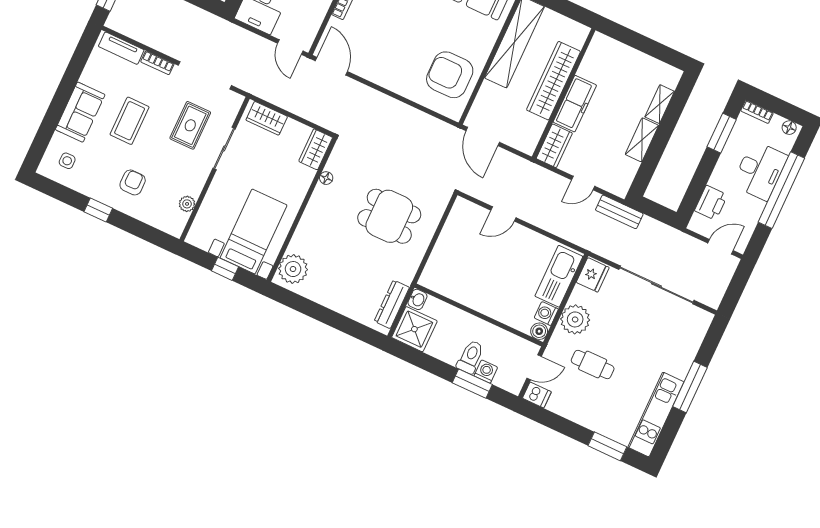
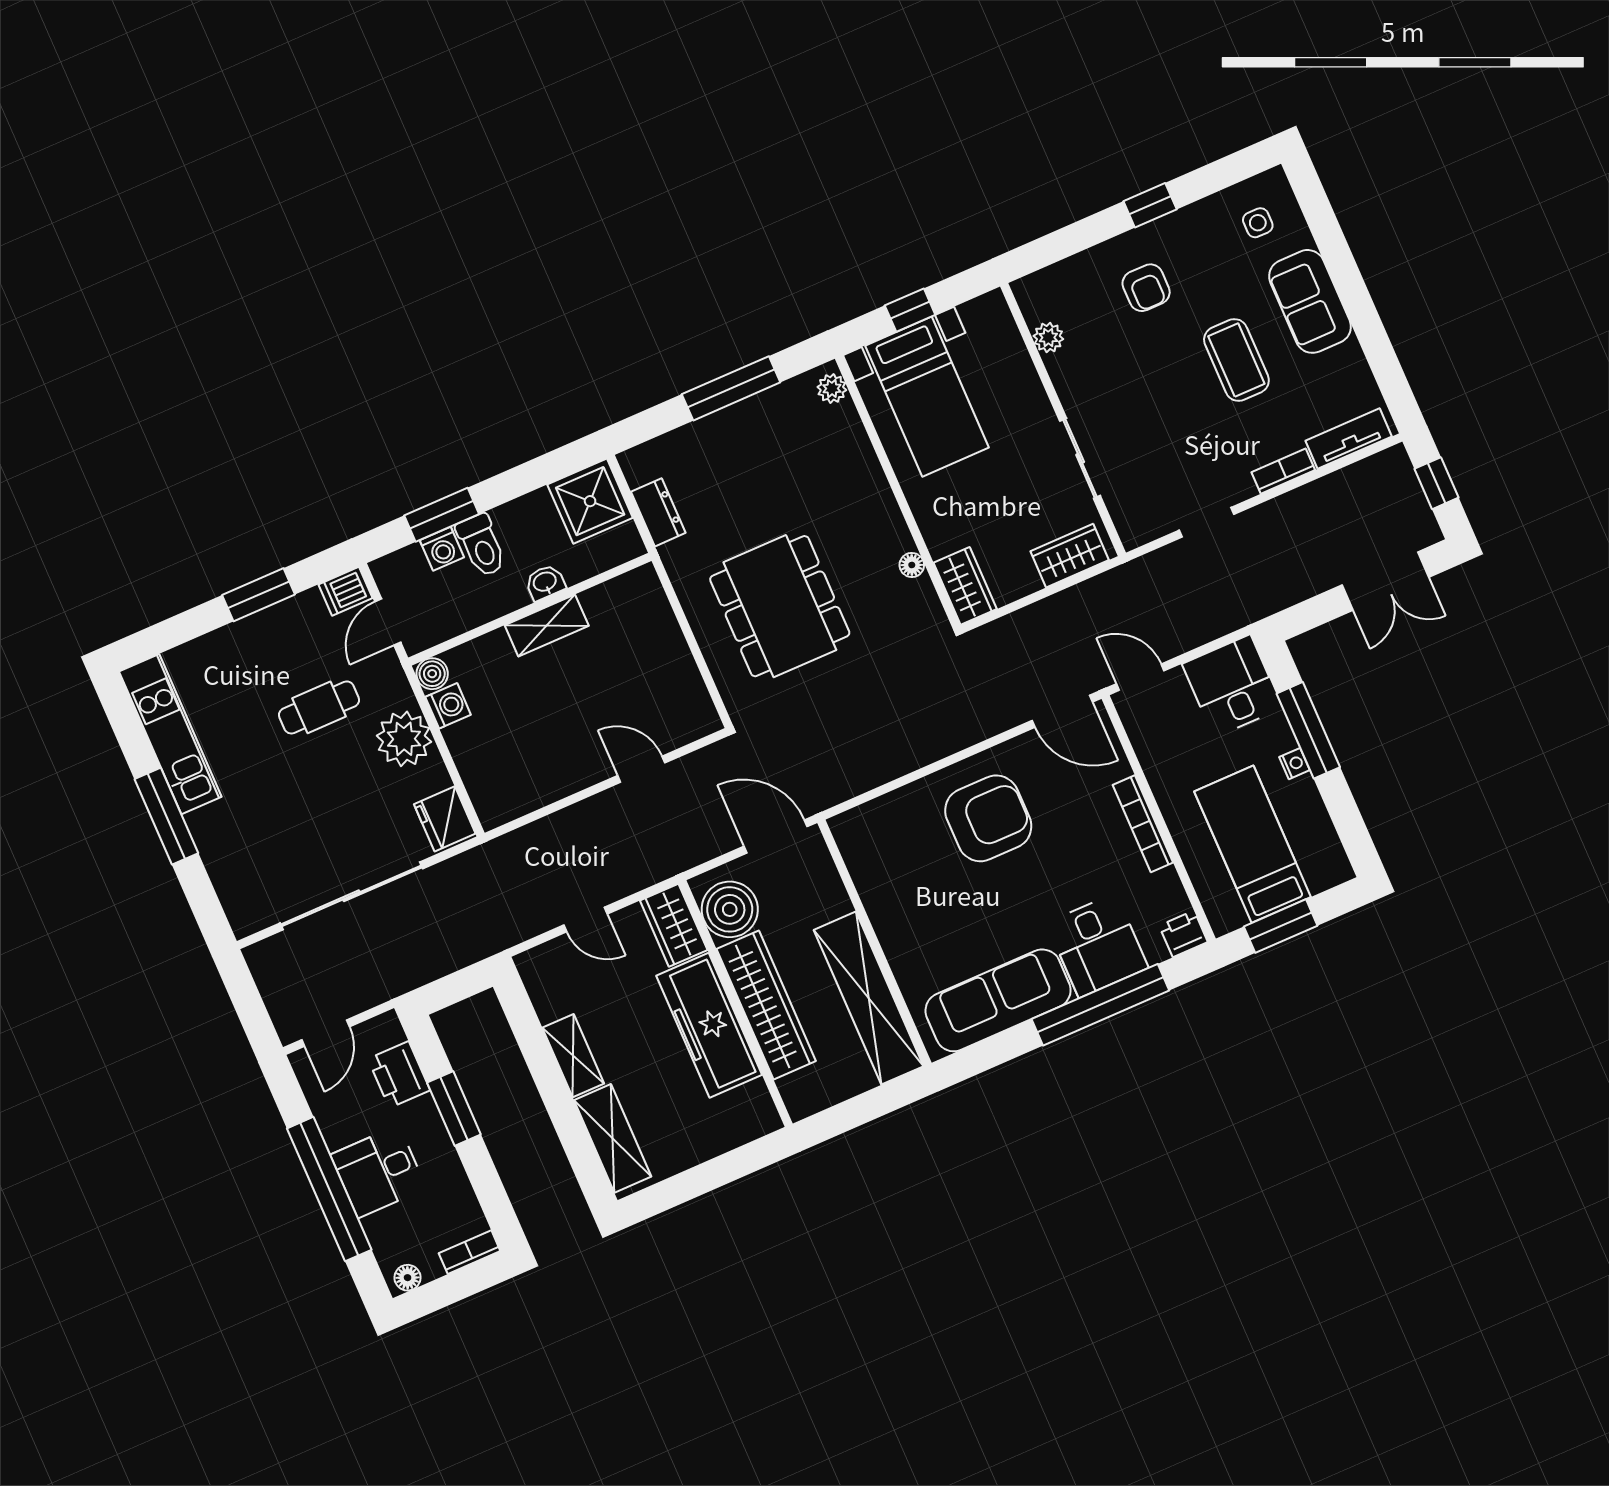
doorway: (205, 75) -> (1207, 522), width x0.53
armchair: (450, 75) -> (988, 818), moved
freezer: (575, 104) -> (709, 1025), width x1.36, depth x1.26
shelving: (660, 104) -> (613, 1138), width x1.50, depth x1.33
rug: (190, 125) -> (1155, 440), removed
boiler: (528, 129) -> (730, 909), added
window: (722, 133) -> (454, 1108), moved
desk: (760, 170) -> (378, 1172), width x0.73
door: (583, 183) -> (586, 920), swing flipped
bench: (619, 212) -> (500, 934), removed
door: (503, 214) -> (641, 769), hinge flipped
dining table: (389, 216) -> (780, 606), width x1.37
plant: (293, 269) -> (832, 388), width x0.53, depth x0.53
kitchen sink: (559, 276) -> (485, 770), removed
washbasin: (417, 299) -> (545, 582), moved, turned 90
shelving: (479, 303) -> (547, 626), added
dresser: (392, 304) -> (658, 512), width x0.70
window: (319, 313) -> (731, 388), added
window: (607, 446) -> (258, 595), moved

